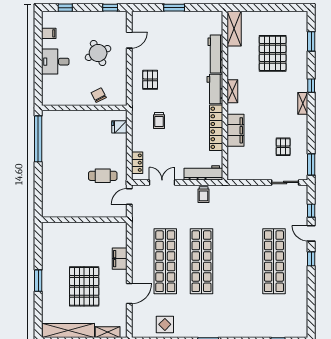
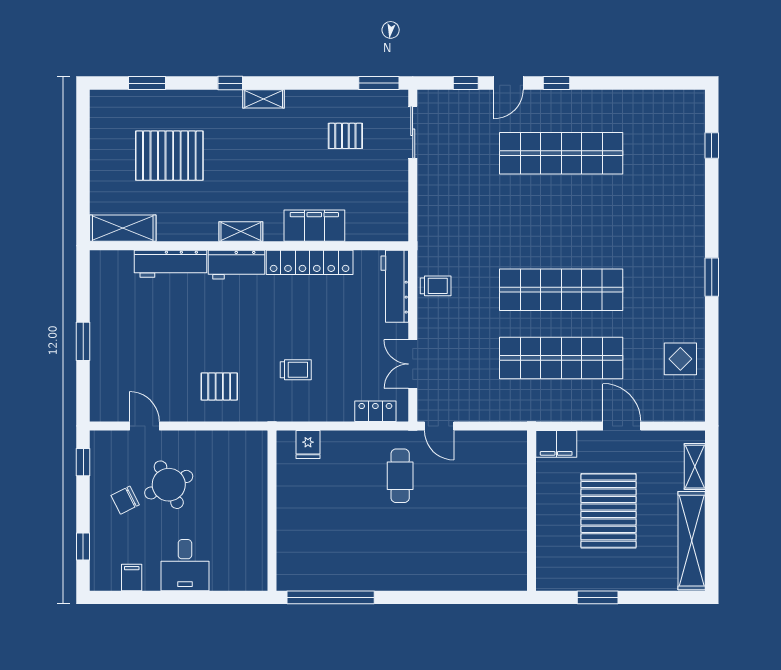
chair: (99, 95) -> (125, 500), moved
wall: (84, 220) -> (531, 511), moved
pallet: (84, 286) -> (608, 511), turned 90

